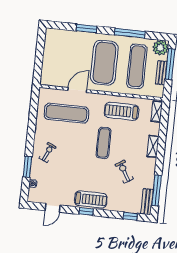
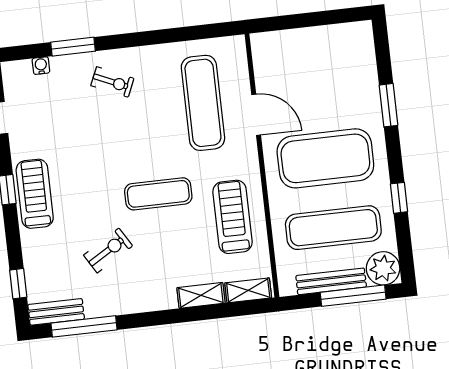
window: (130, 33) -> (399, 198), width x0.46
bench: (161, 73) -> (331, 281), width x1.36
shelving: (153, 146) -> (201, 295), moved
treadmill: (91, 199) -> (35, 194), turned 180

